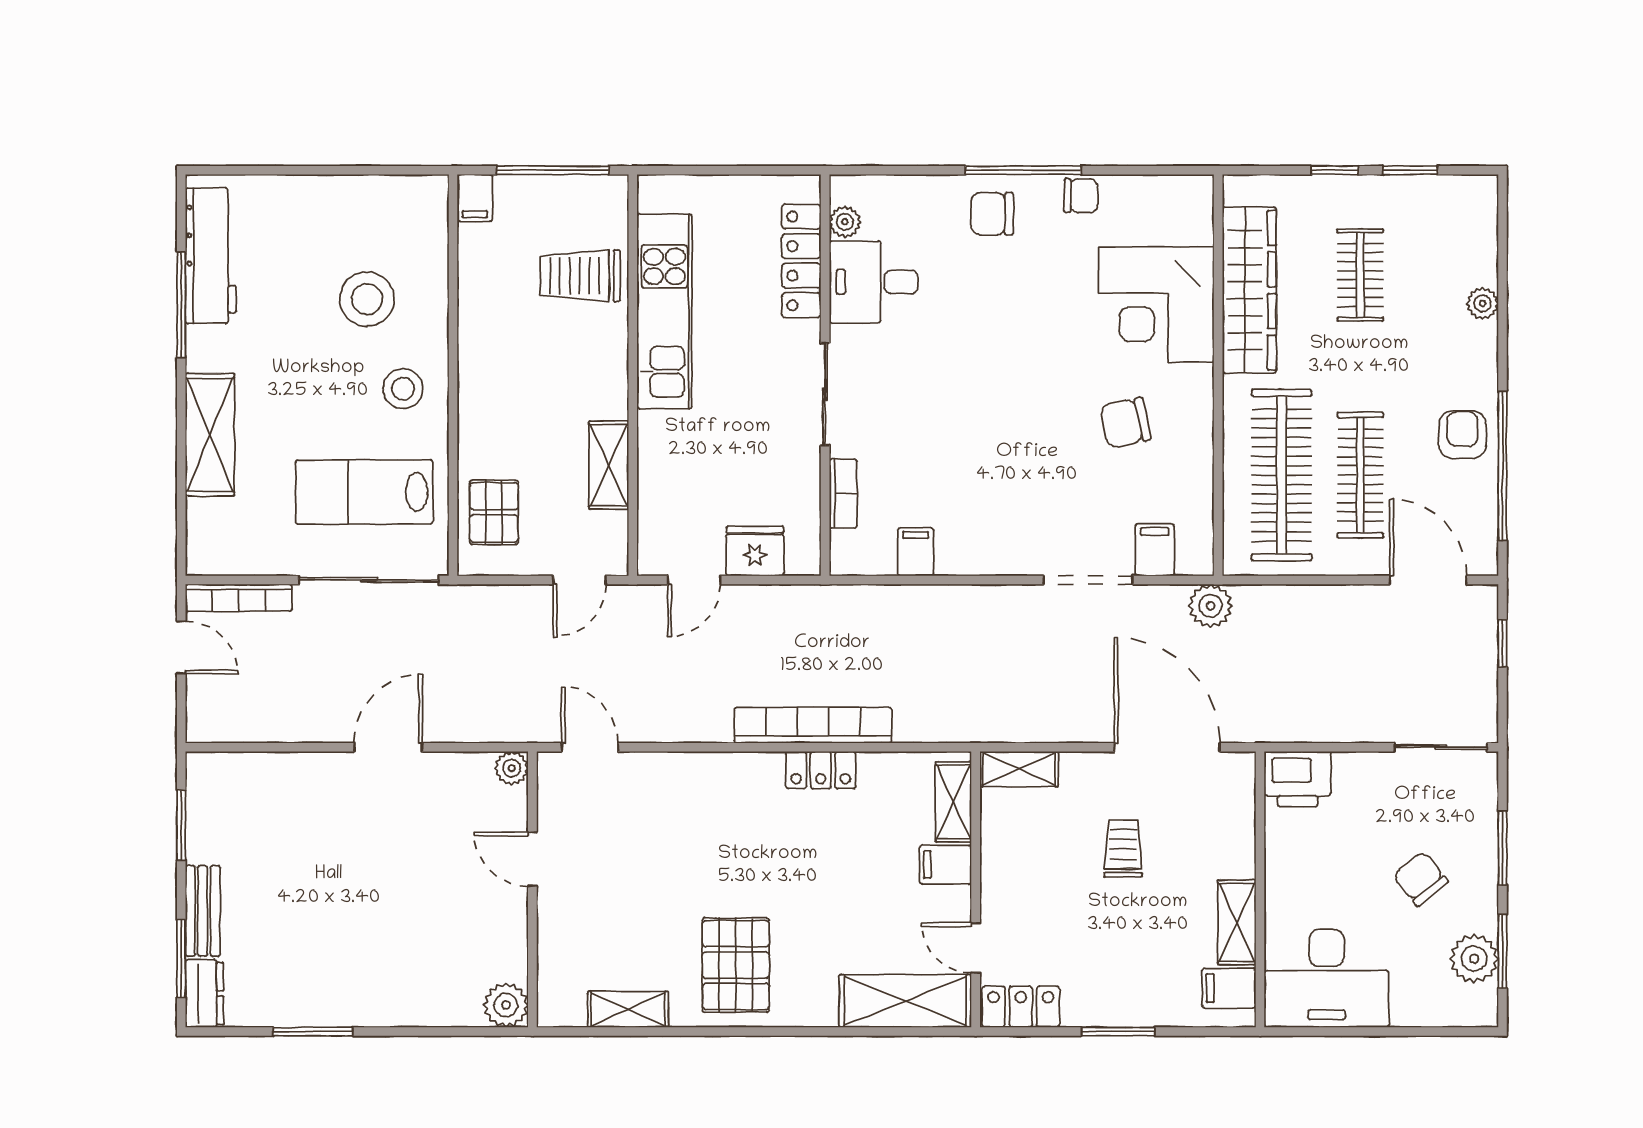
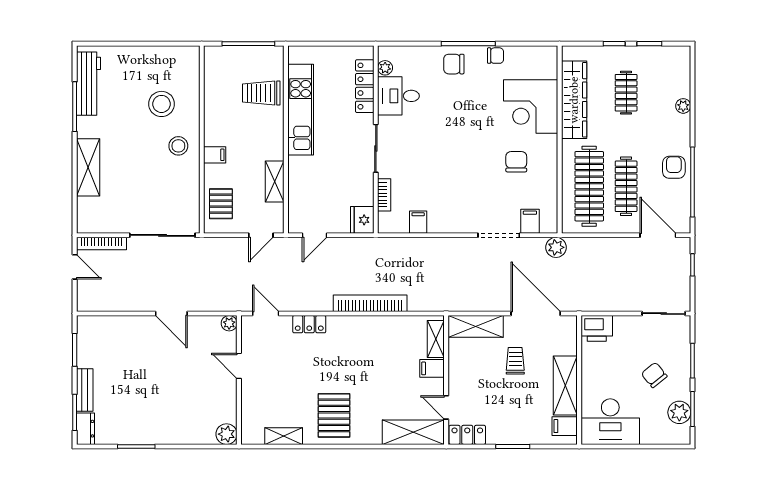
filing cabinet: (475, 198) -> (215, 155), moved, turned -90
chair: (1126, 423) -> (516, 162), turned 102
lab bench: (364, 492) -> (160, 194), removed
fridge: (755, 551) -> (362, 220), moved, turned -90
door: (388, 747) -> (171, 314), swing flipped
shelving: (1019, 769) -> (476, 326), width x1.50, depth x1.33
locker: (821, 770) -> (309, 324), moved
shelving: (1237, 922) -> (565, 385), width x1.50, depth x1.33

